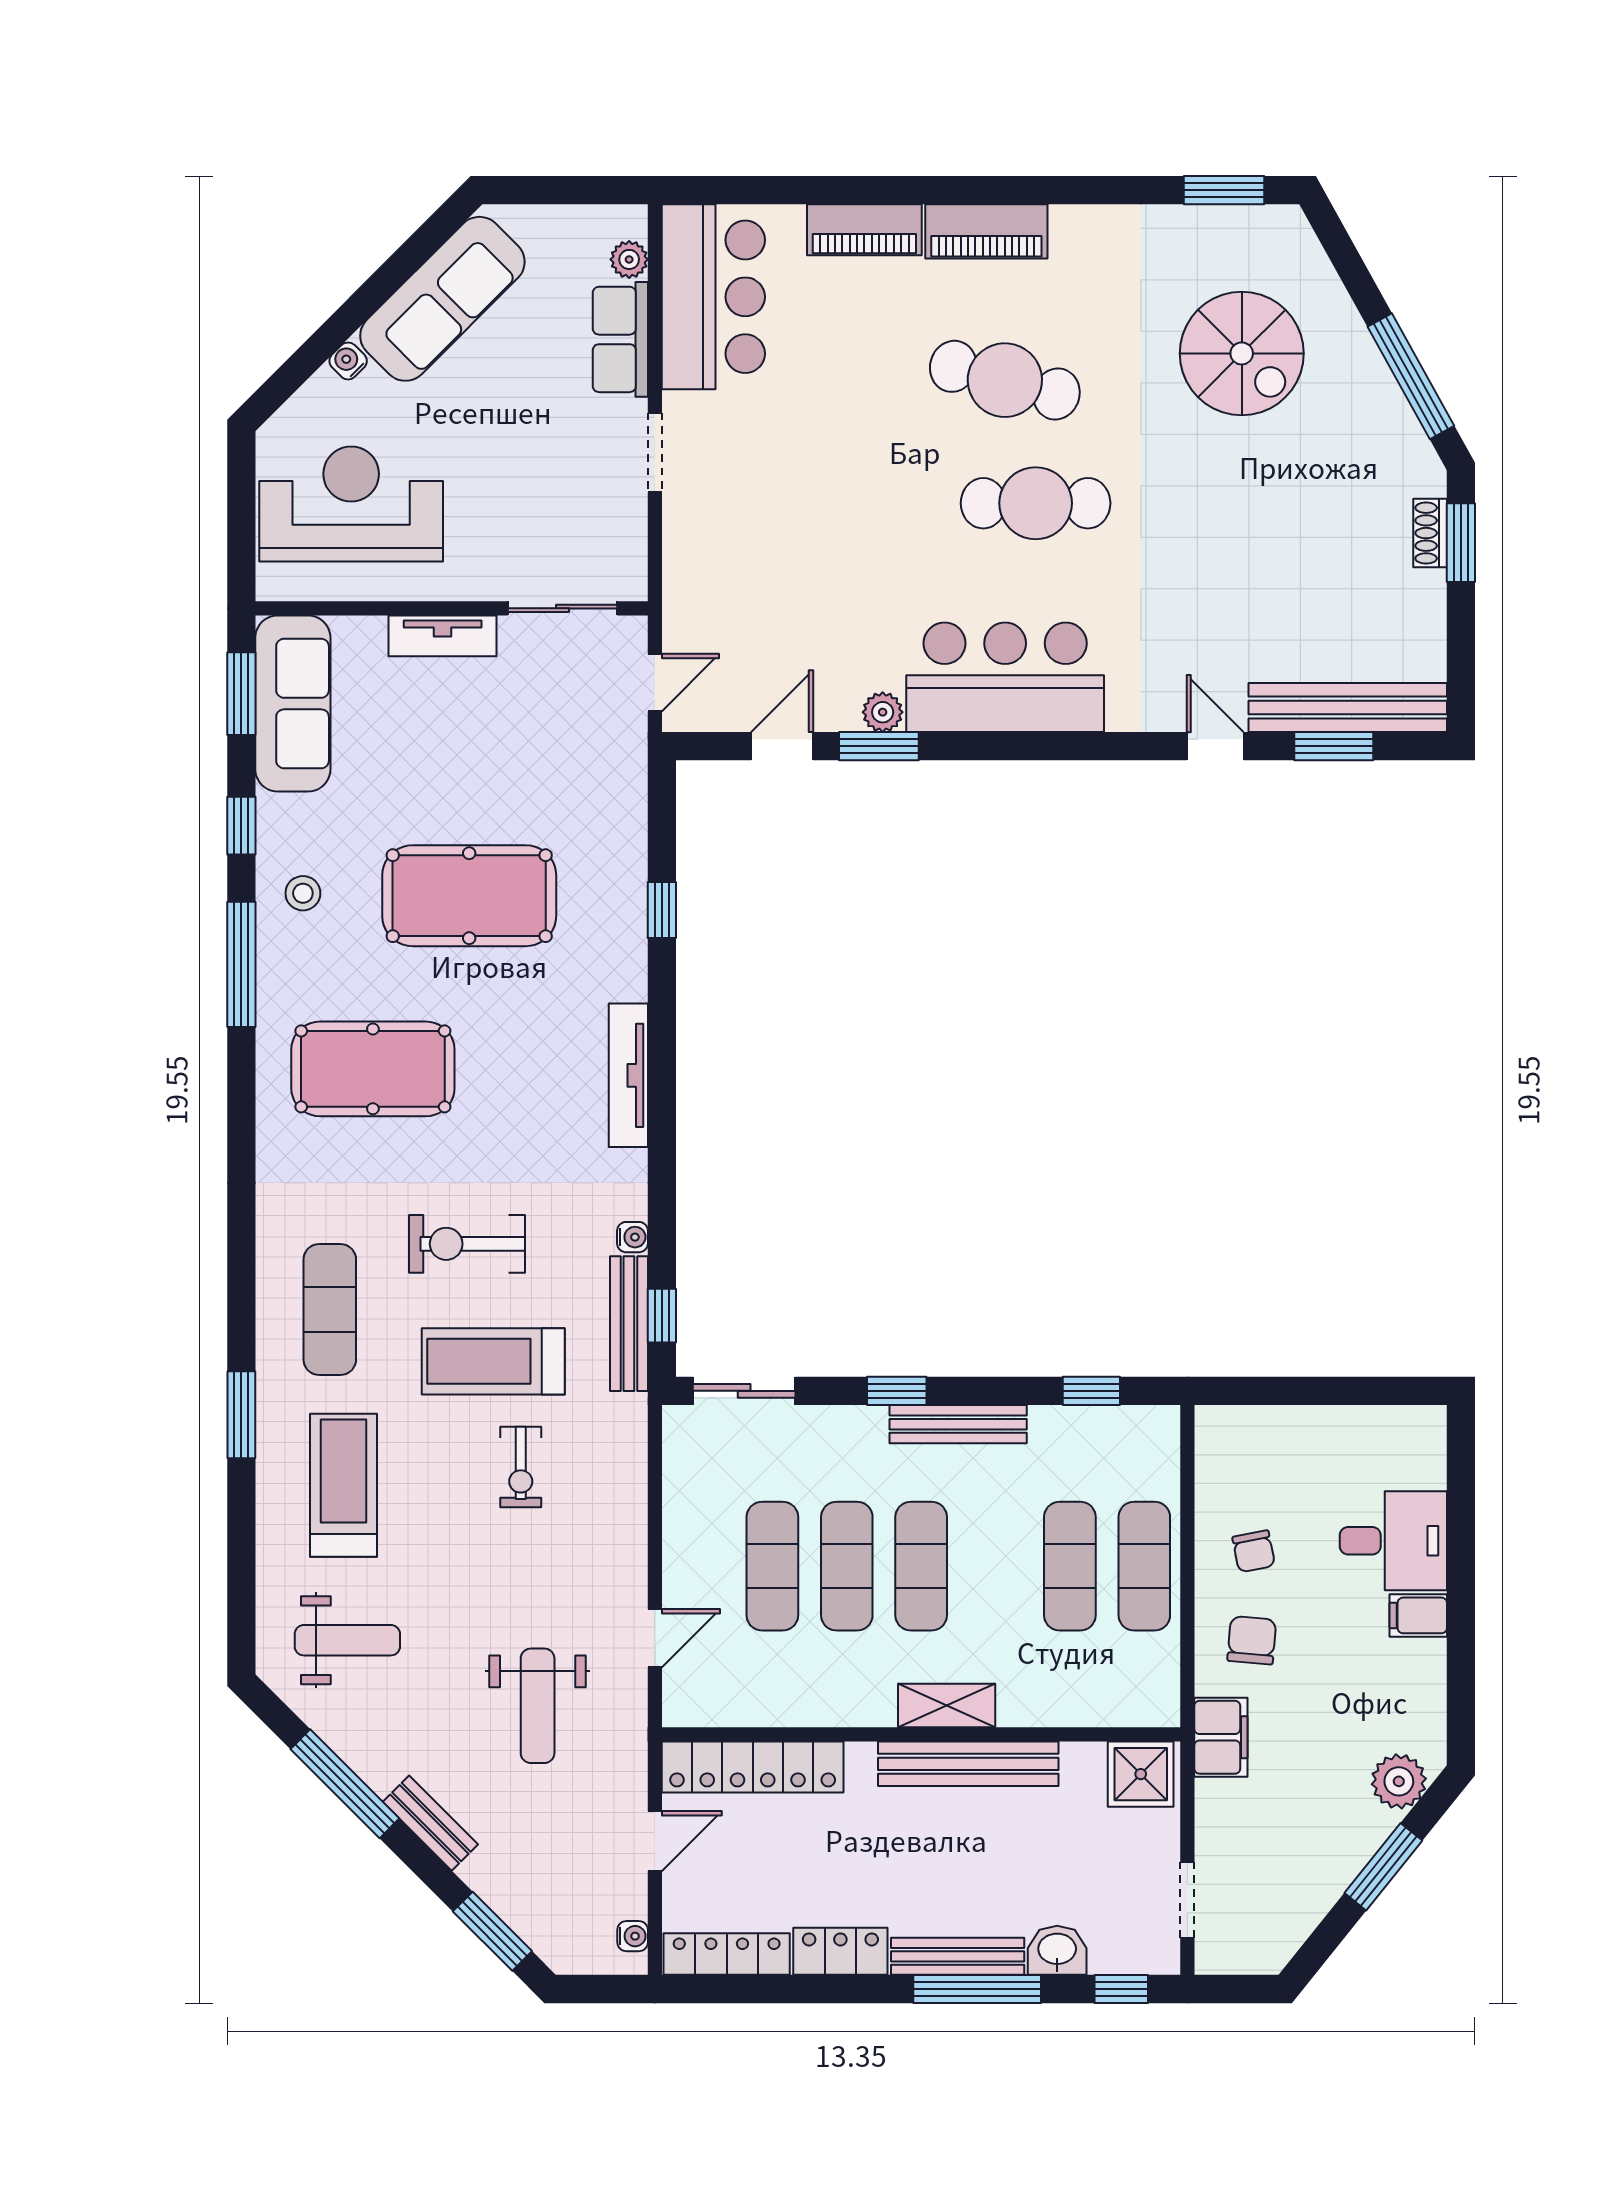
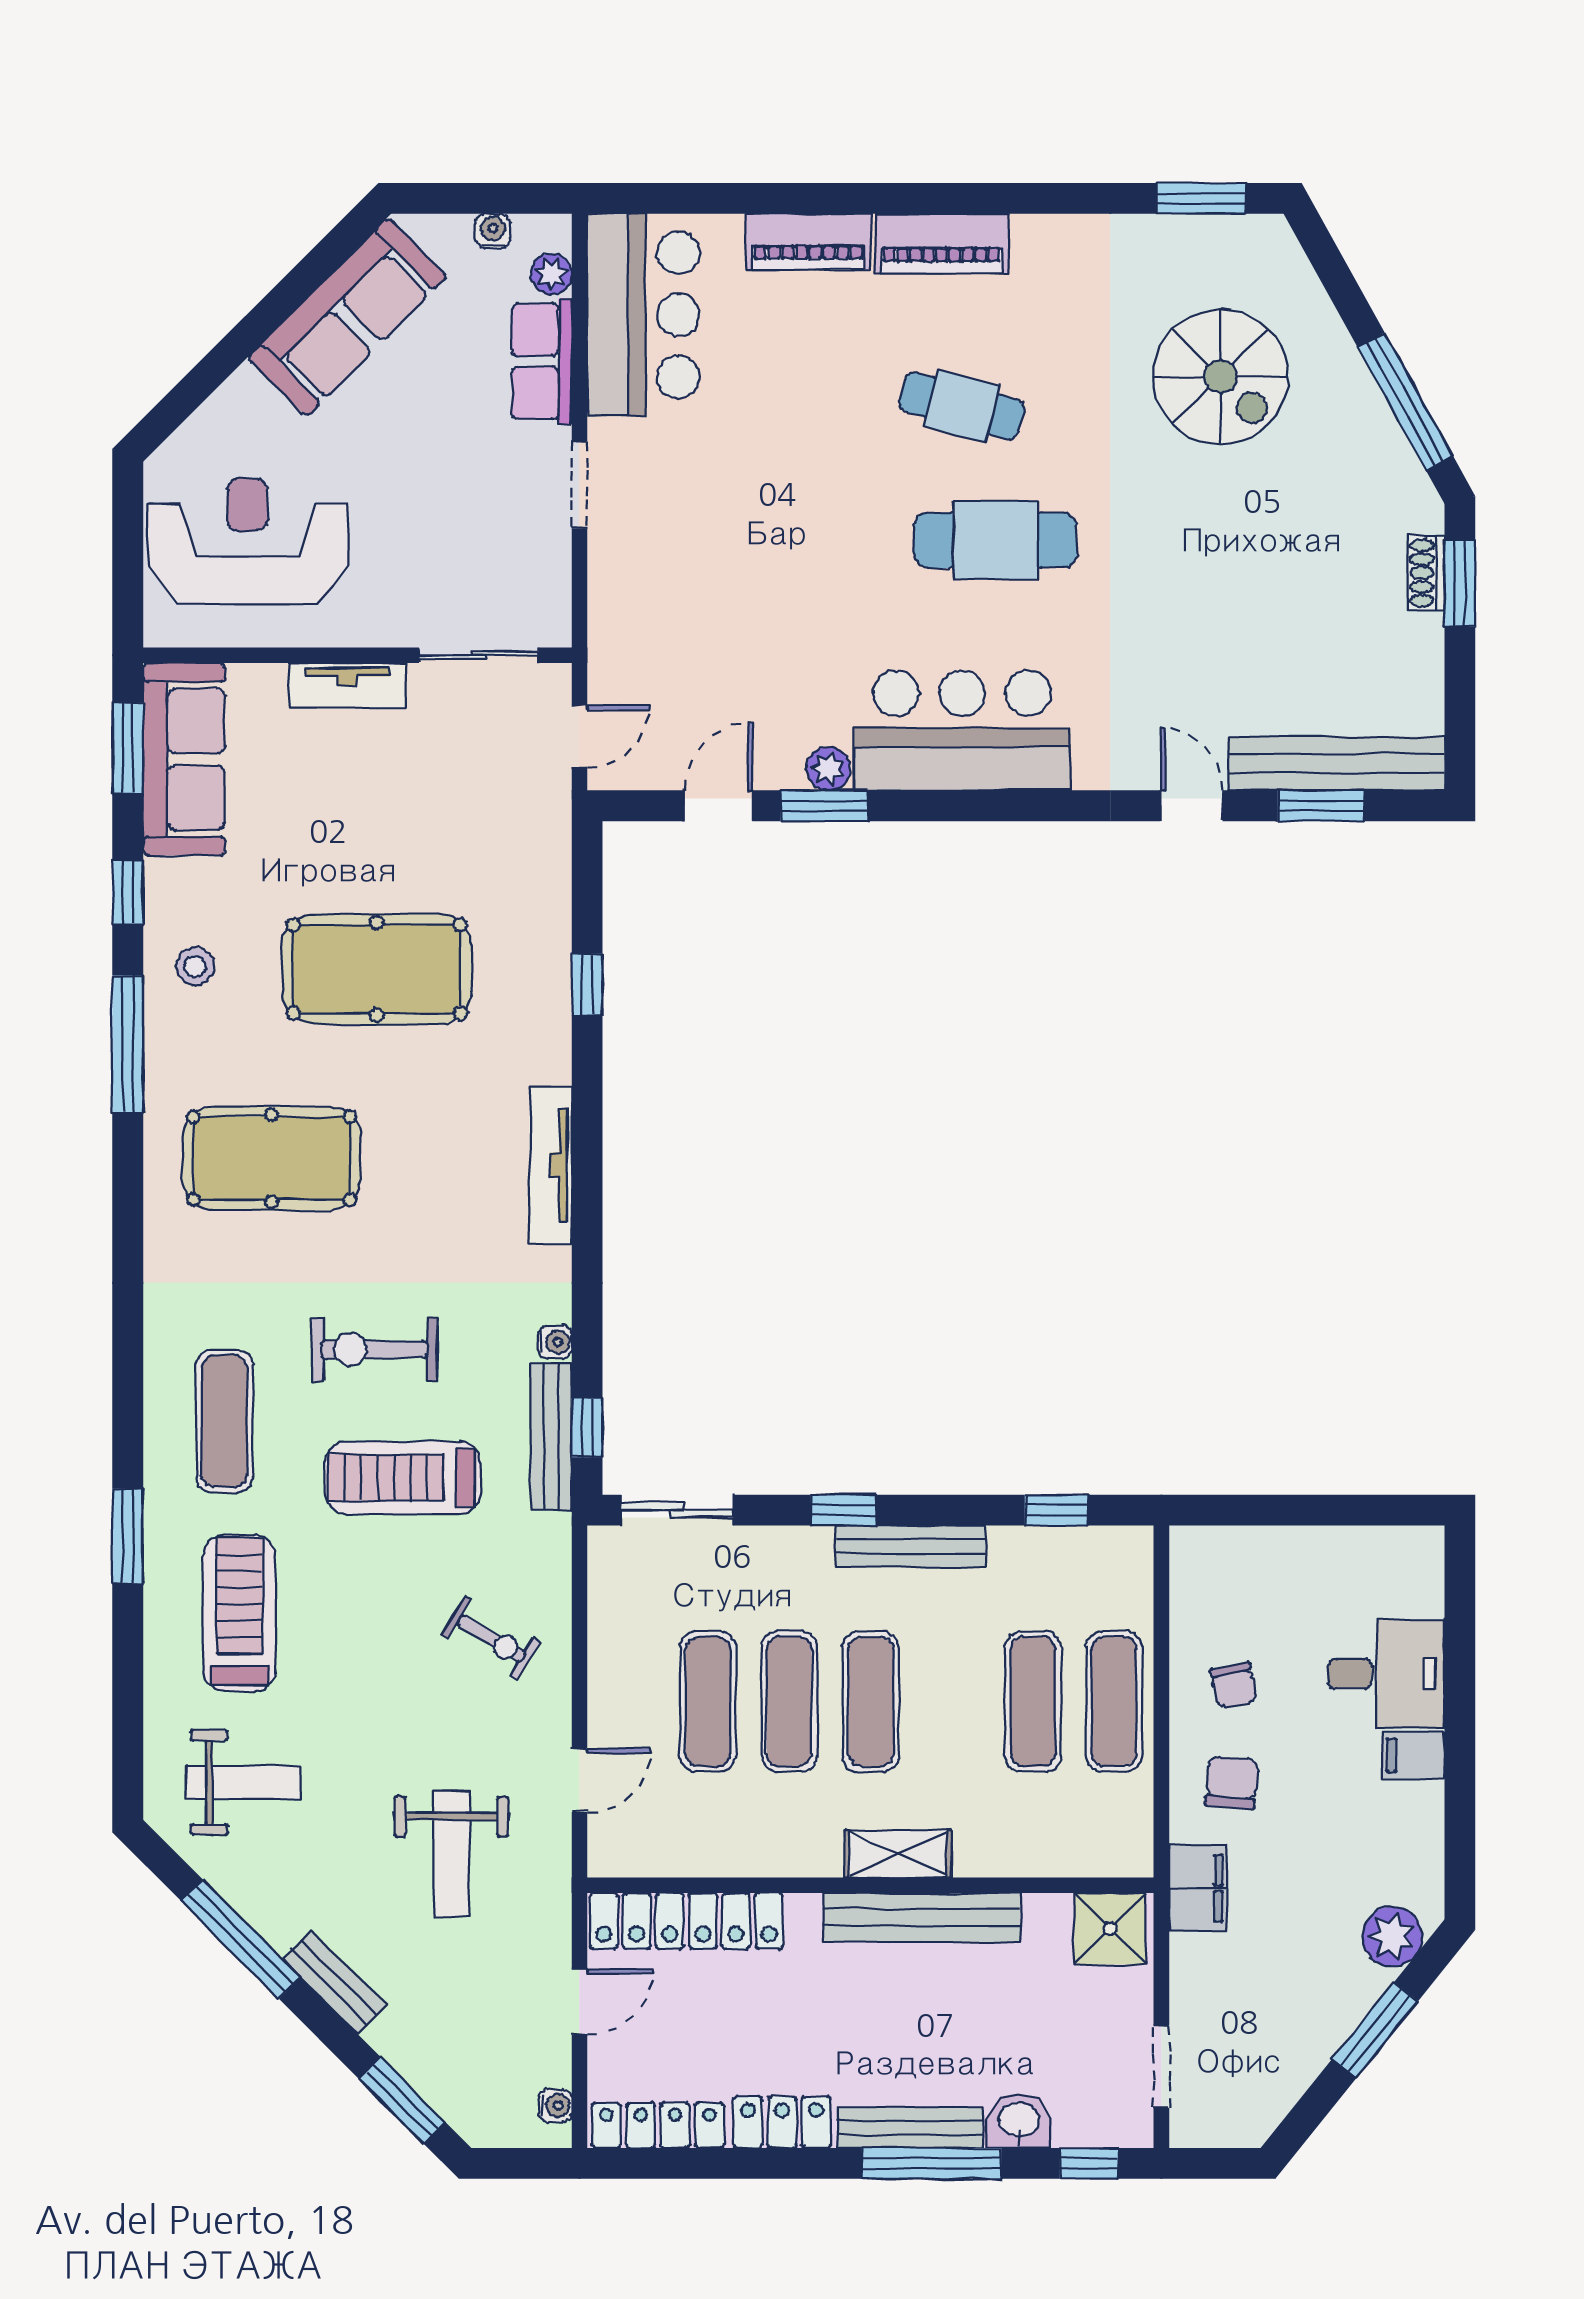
water cooler: (348, 361) -> (493, 231), moved, turned 45
cafe table: (1005, 380) -> (962, 406), width x0.73, depth x0.74
exercise bike: (521, 1467) -> (491, 1638), moved, turned -59

